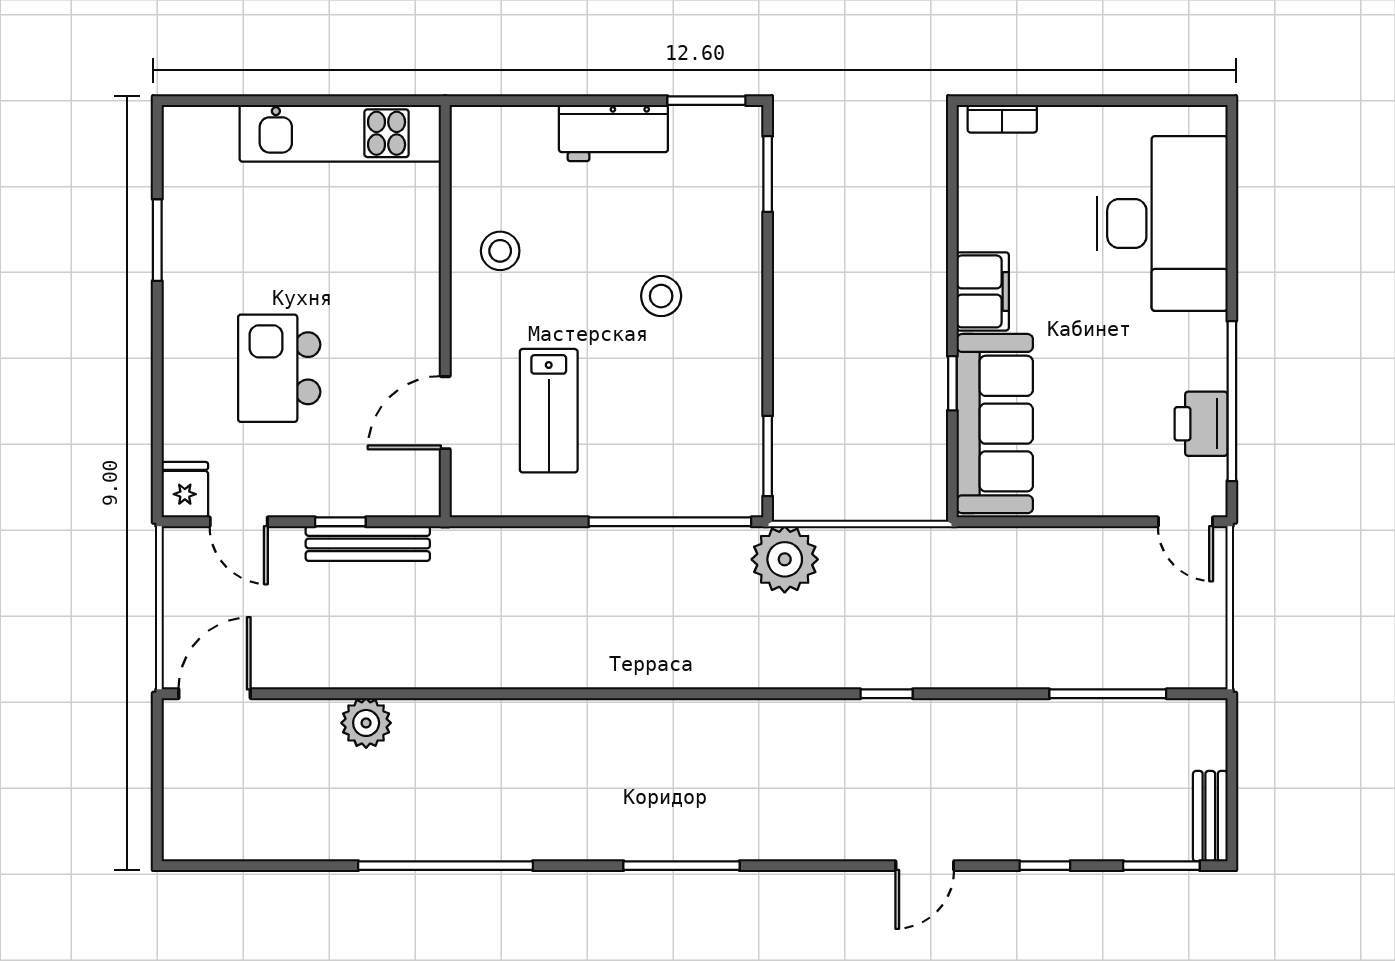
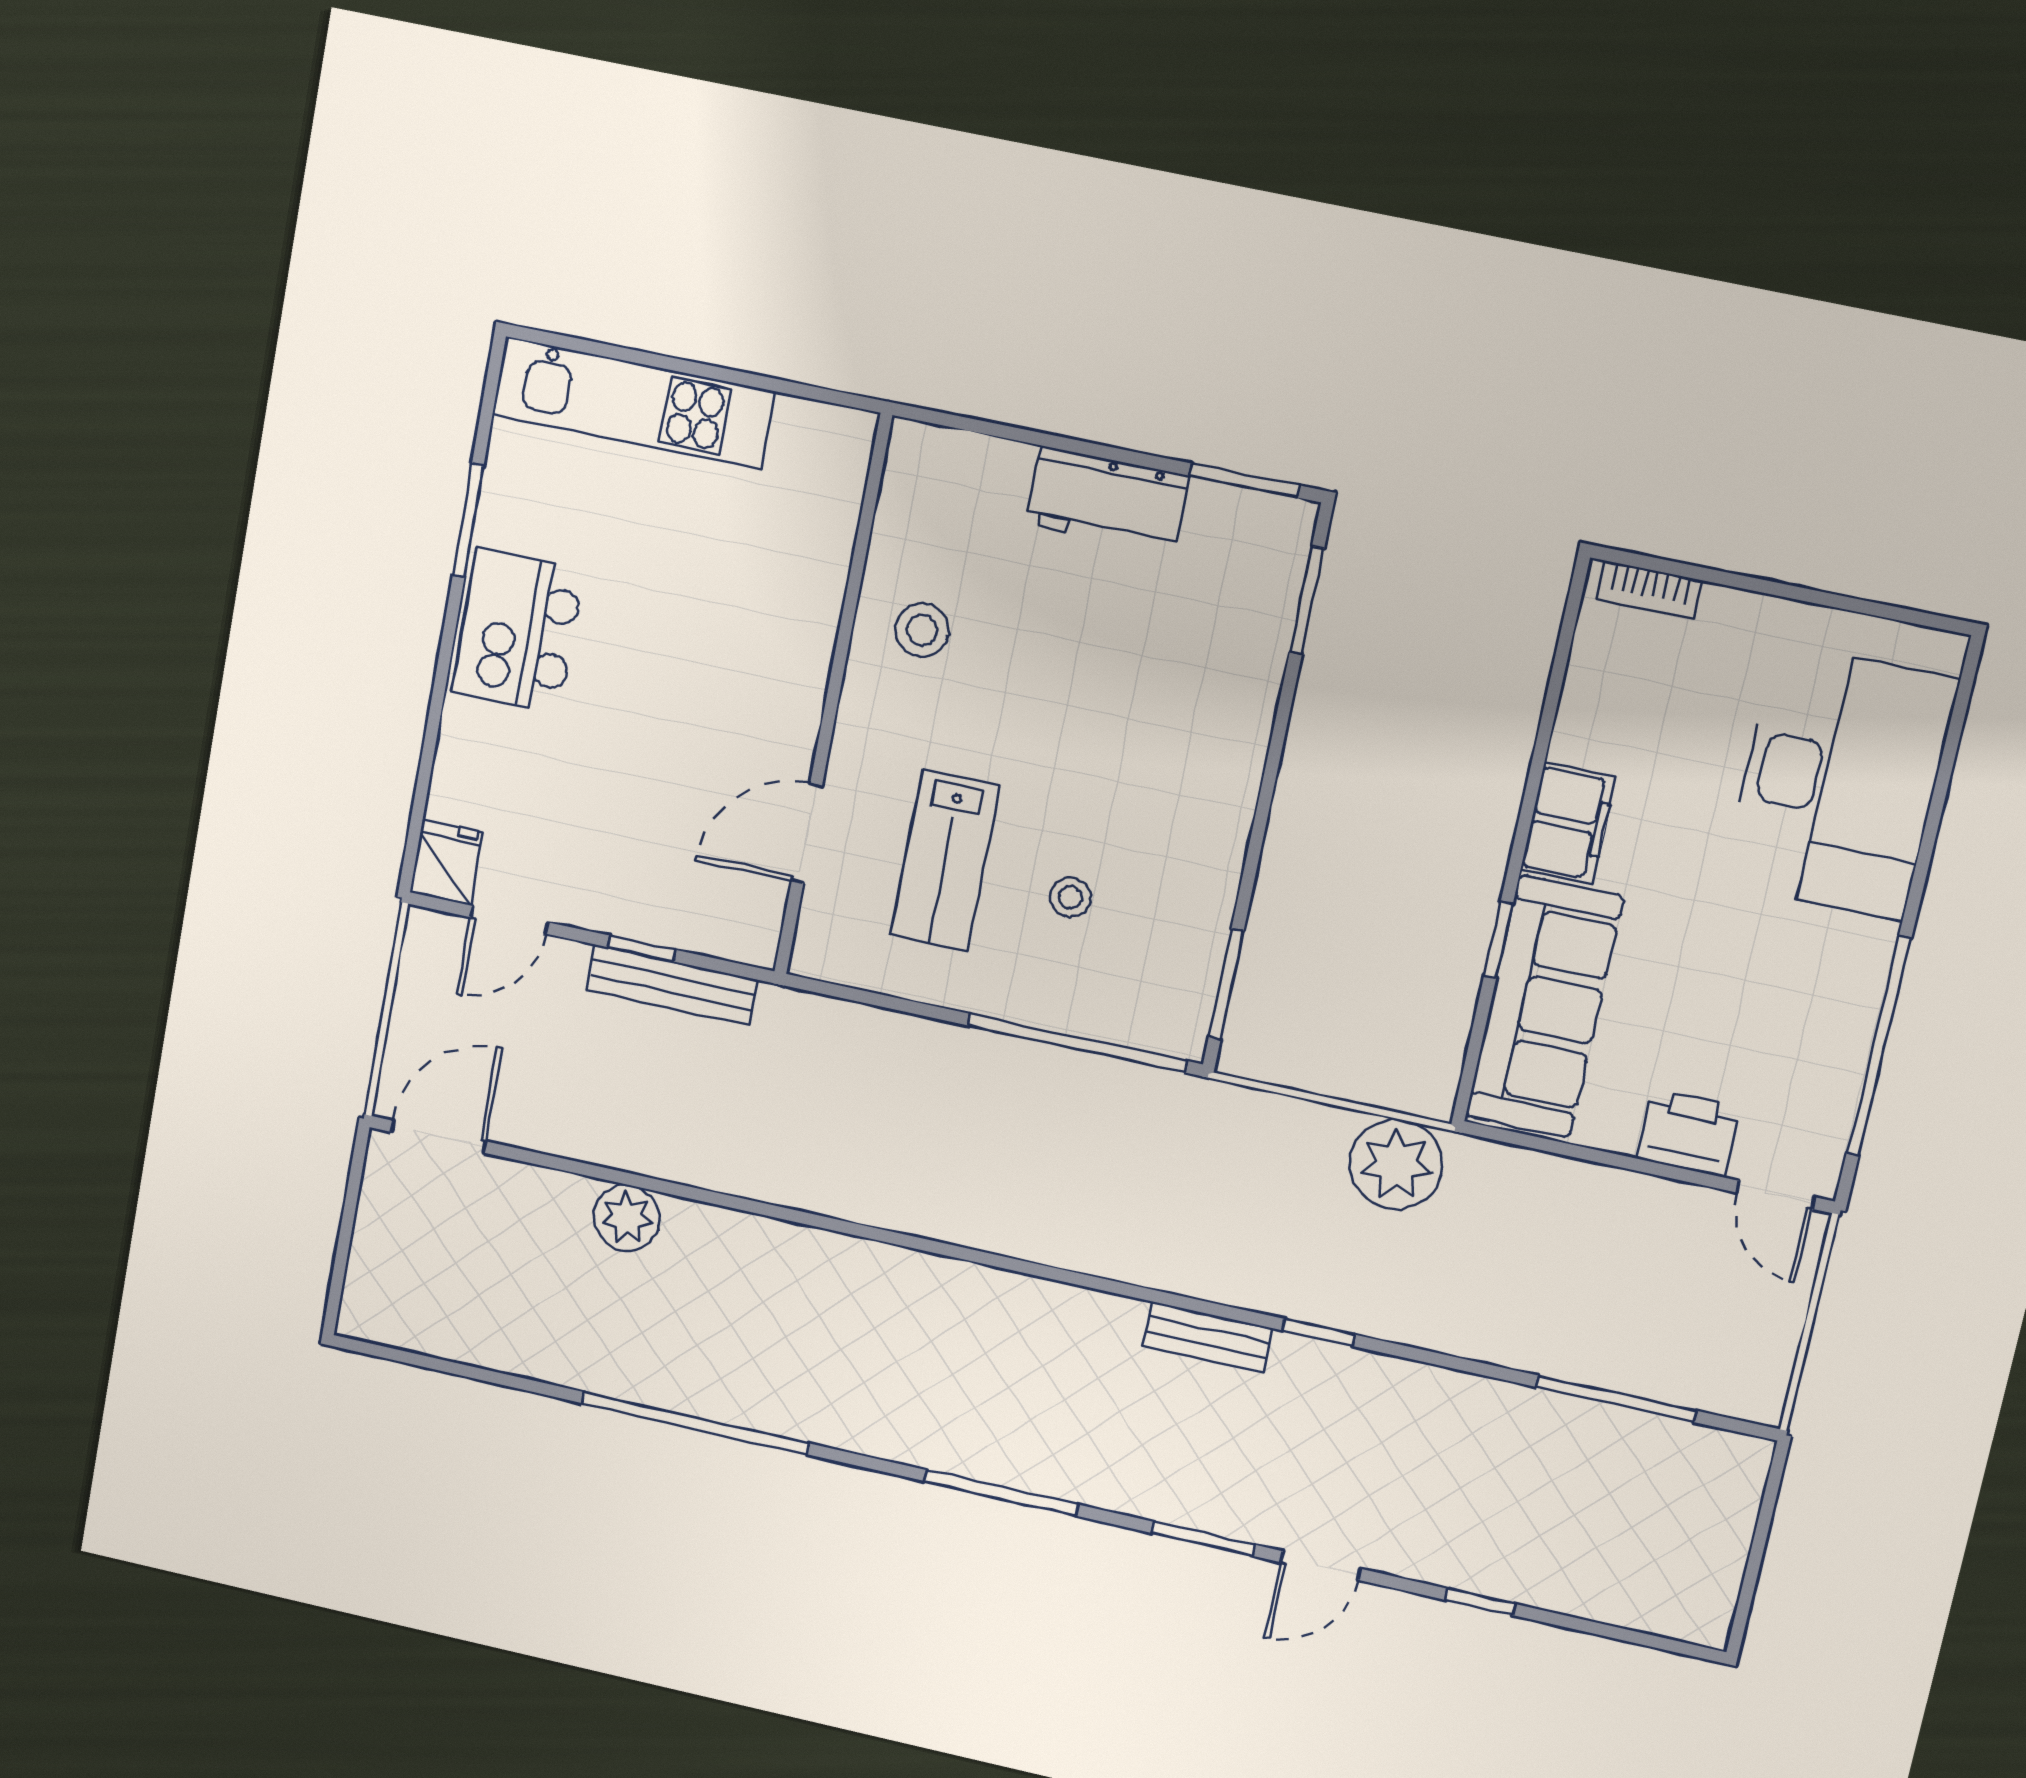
kitchen unit: (340, 133) -> (633, 403), moved
stool: (661, 296) -> (1070, 897), moved, width x0.73, depth x0.73
kitchen island: (279, 368) -> (518, 631), moved
printer: (1201, 424) -> (1688, 1133), moved, turned 90
door: (239, 522) -> (509, 920), hinge flipped
plant: (785, 559) -> (1396, 1165), moved
bench: (1210, 816) -> (1208, 1337), moved, turned 90
window: (1161, 866) -> (1203, 1539), moved

